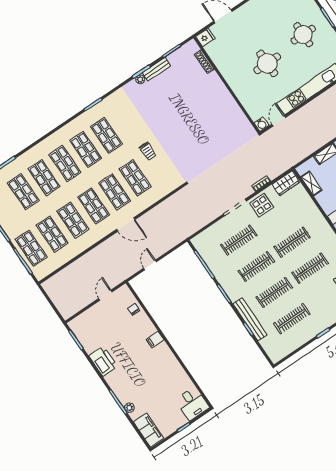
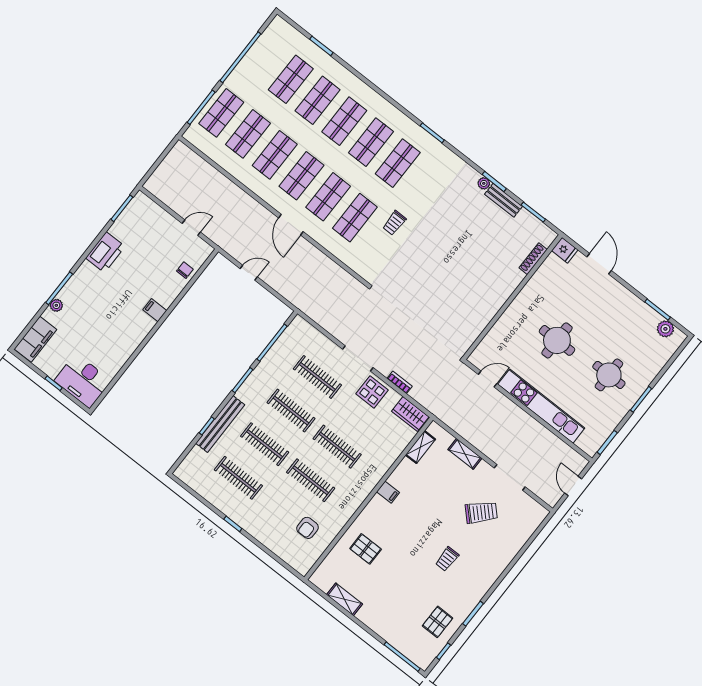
water cooler: (262, 124) -> (476, 358), removed
desk: (192, 404) -> (83, 381), width x1.37

